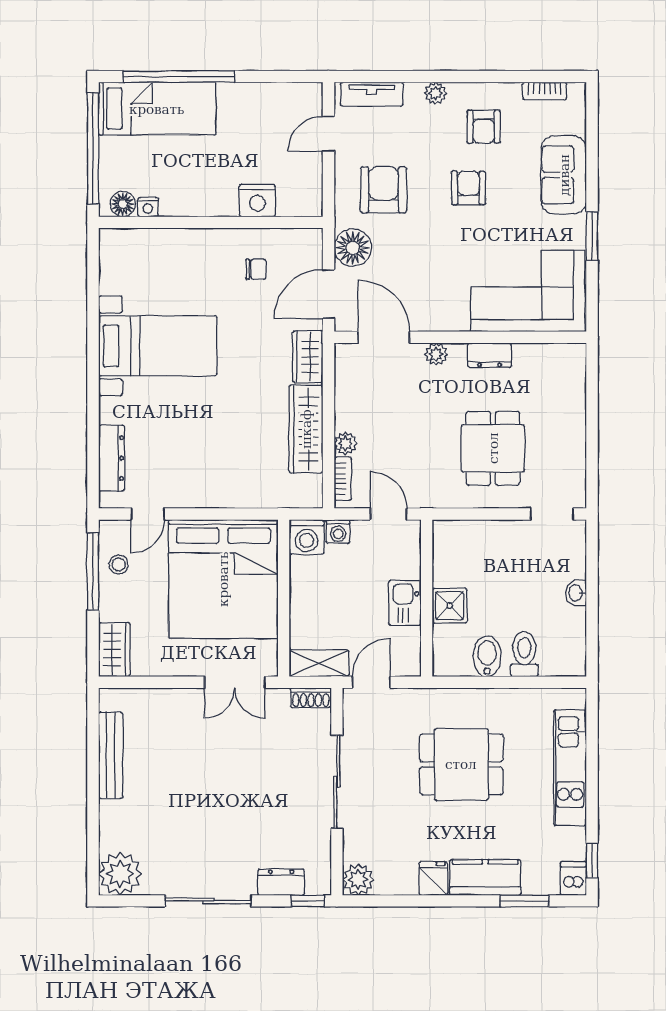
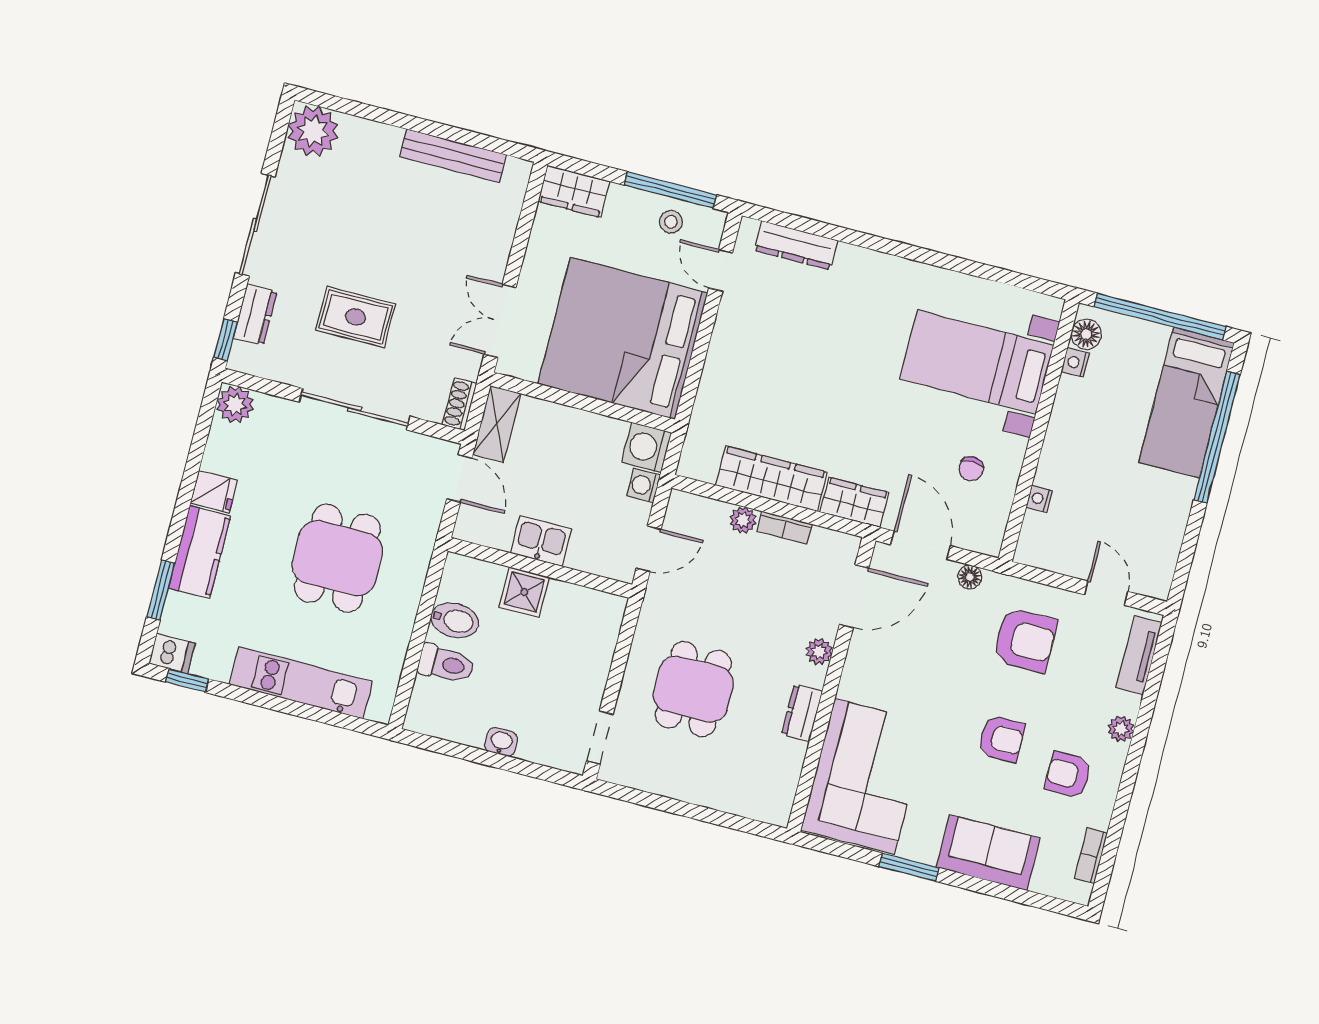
nightstand: (257, 201) -> (1039, 499), width x0.53, depth x0.56
floor lamp: (353, 248) -> (970, 577), width x0.53, depth x0.53
bed with nightstands: (158, 346) -> (977, 362), moved, turned 90
dining table: (493, 448) -> (693, 689), turned 90
bookcase: (343, 479) -> (785, 528), moved
rug: (262, 800) -> (356, 317), added

